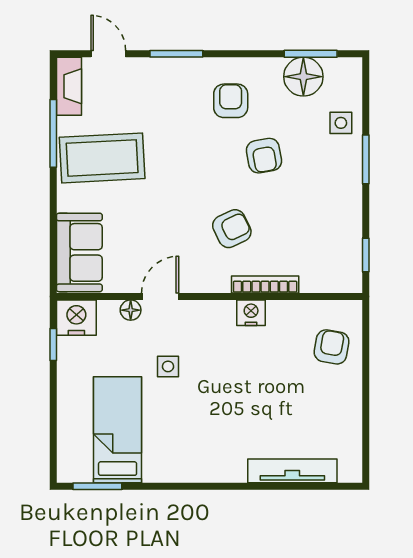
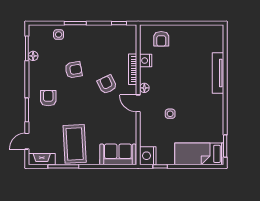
floor lamp: (303, 77) -> (33, 56), width x0.53, depth x0.53
armchair: (231, 101) -> (48, 98), moved, turned 90
door: (160, 296) -> (138, 103), moved
floor lamp: (131, 310) -> (144, 88), moved
nightstand: (251, 313) -> (146, 61), moved
armchair: (332, 347) -> (161, 39), turned -100
bed: (118, 430) -> (199, 154), moved
tv unit: (292, 471) -> (218, 73), moved

